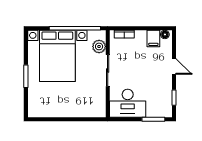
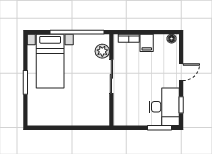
filing cabinet: (153, 39) -> (147, 43), moved
bed with nightstands: (57, 56) -> (50, 61), width x0.73
door: (174, 66) -> (181, 72), hinge flipped
desk: (128, 103) -> (164, 107), moved, turned -90

